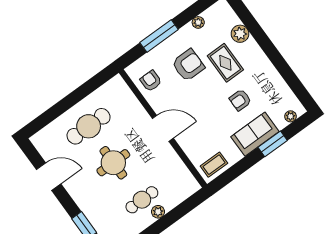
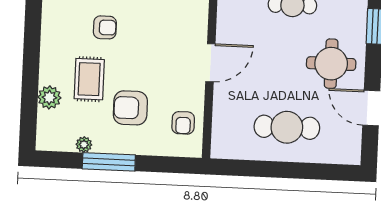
window: (159, 36) -> (109, 162), moved
door: (163, 128) -> (210, 63), swing flipped
round table: (113, 163) -> (331, 64), moved

